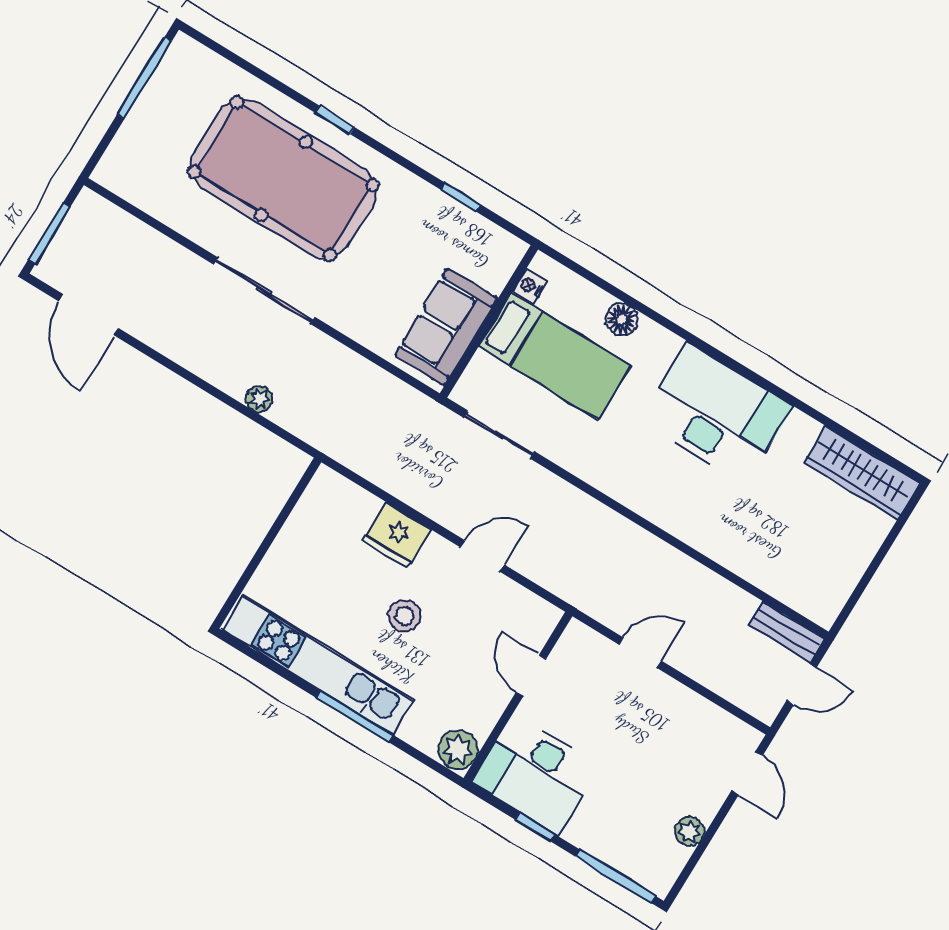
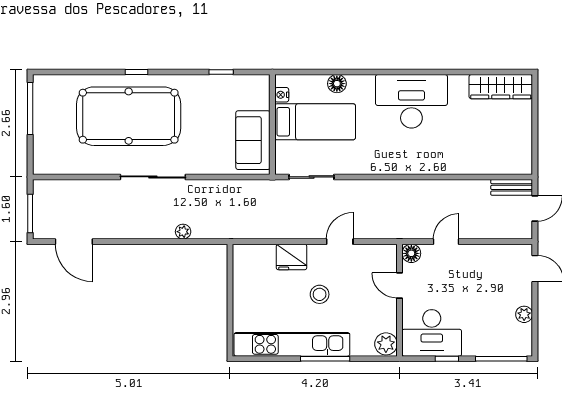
floor lamp: (578, 638) -> (411, 253), added

